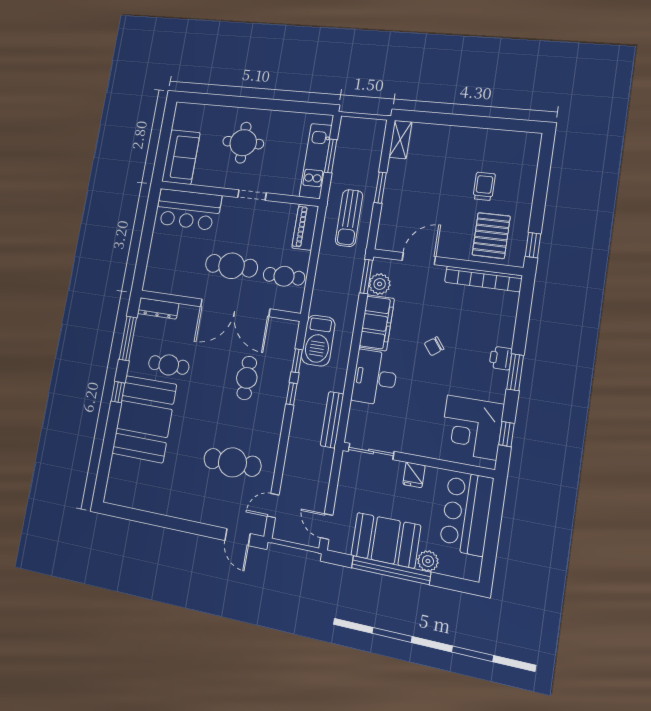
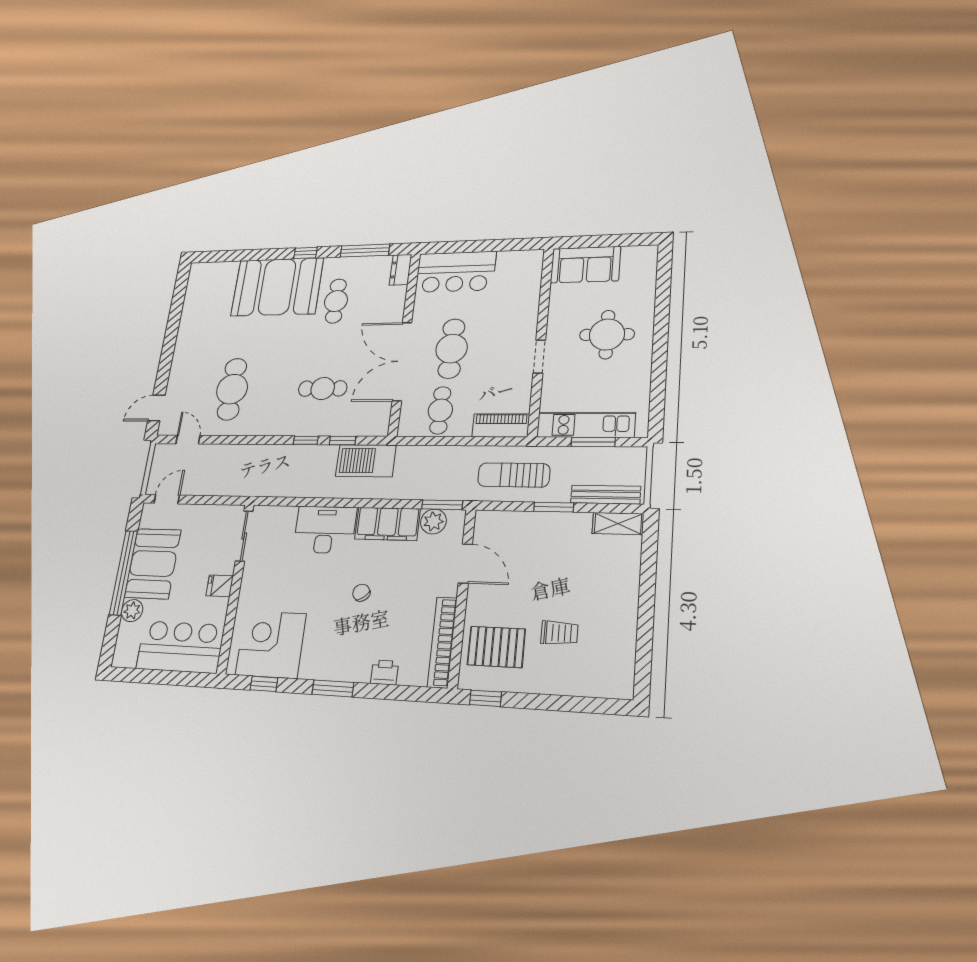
bar counter: (188, 209) -> (456, 272), moved, turned -90
dresser: (158, 308) -> (401, 270), width x0.70
printer: (501, 358) -> (385, 672), moved
bench: (332, 420) -> (606, 495), moved

